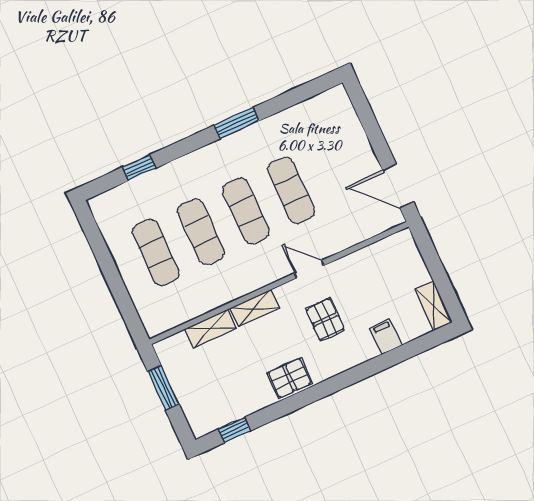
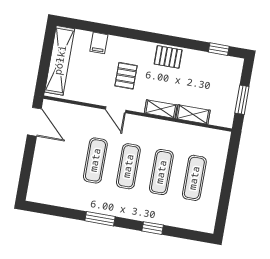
window: (139, 168) -> (153, 228), moved
shelving: (434, 306) -> (60, 60), width x2.20, depth x1.33

